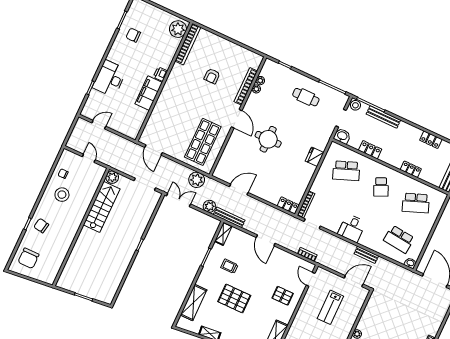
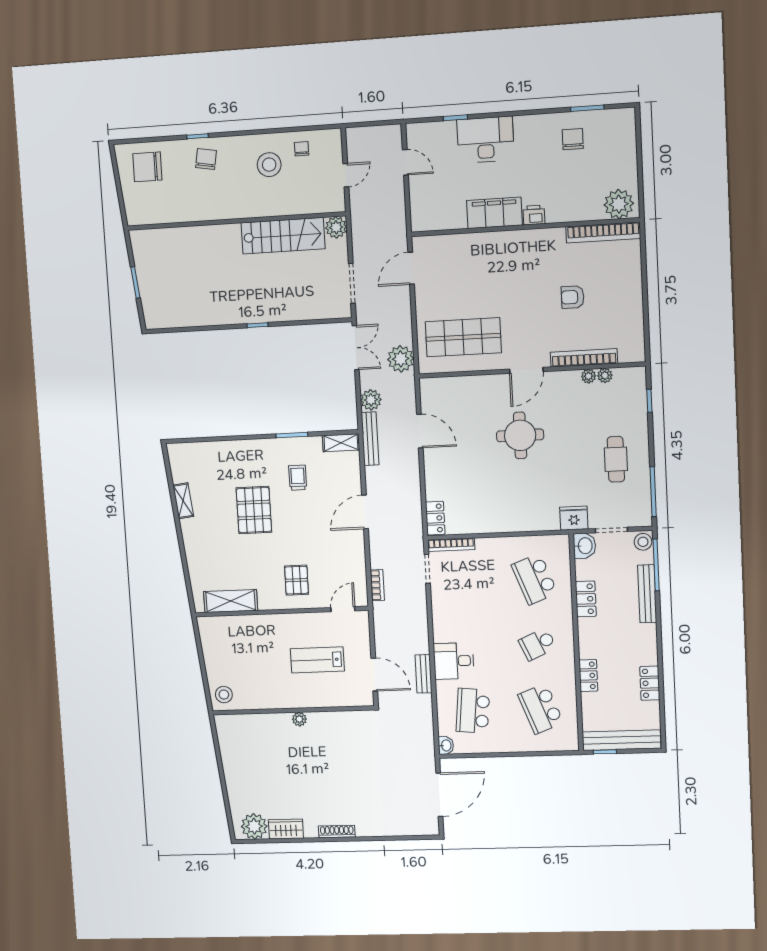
fridge: (315, 157) -> (574, 518), moved
desk: (352, 228) -> (454, 661), moved
shelving: (194, 302) -> (216, 452), removed

